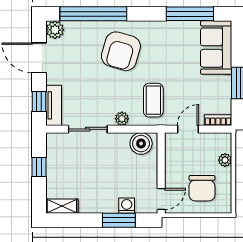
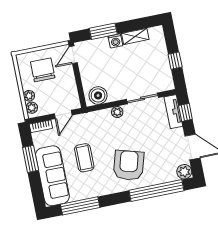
sofa: (216, 48) -> (52, 176), width x1.36
coffee table: (153, 100) -> (84, 158), moved
plant: (225, 145) -> (32, 108), added
shelving: (62, 206) -> (135, 36), moved
washing machine: (127, 206) -> (115, 41), moved

